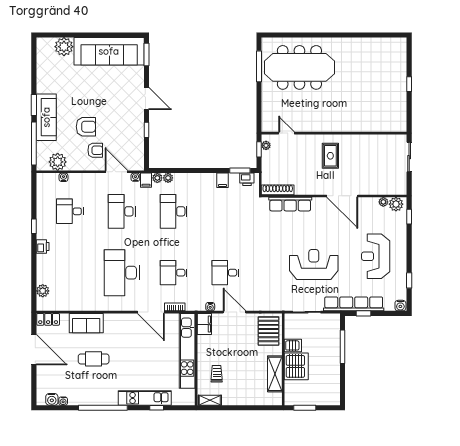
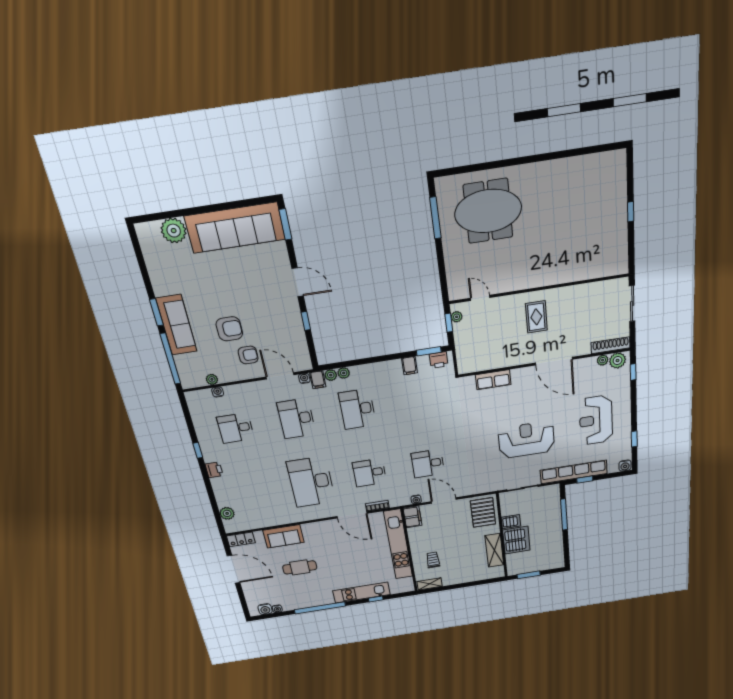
meeting table: (299, 67) -> (488, 211), width x0.73
plant: (58, 162) -> (212, 379), width x0.53, depth x0.53
shoe rack: (278, 190) -> (611, 345), moved
row of seats: (290, 204) -> (493, 380), width x0.68

